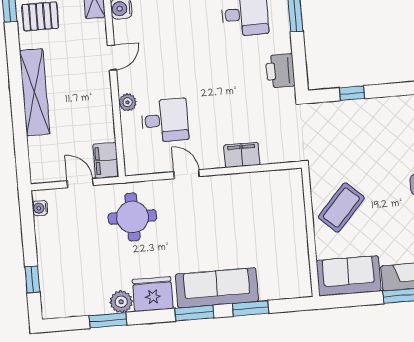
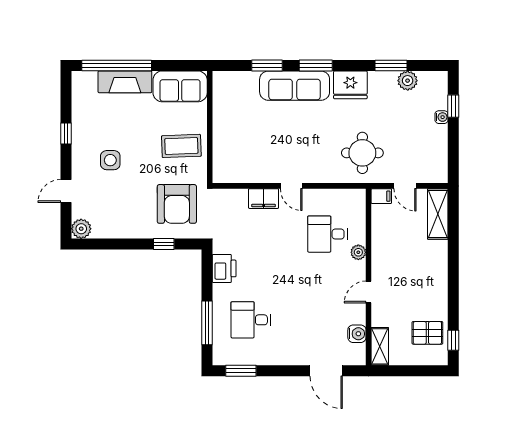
shelving: (35, 92) -> (438, 214), moved, width x0.68
armchair: (341, 140) -> (177, 204), added
filing cabinet: (106, 160) -> (381, 196), width x0.50
door: (187, 174) -> (291, 186), moved
coffee table: (341, 207) -> (181, 146), turned 46
water cooler: (40, 208) -> (442, 117), moved
plant: (121, 302) -> (408, 81), moved

